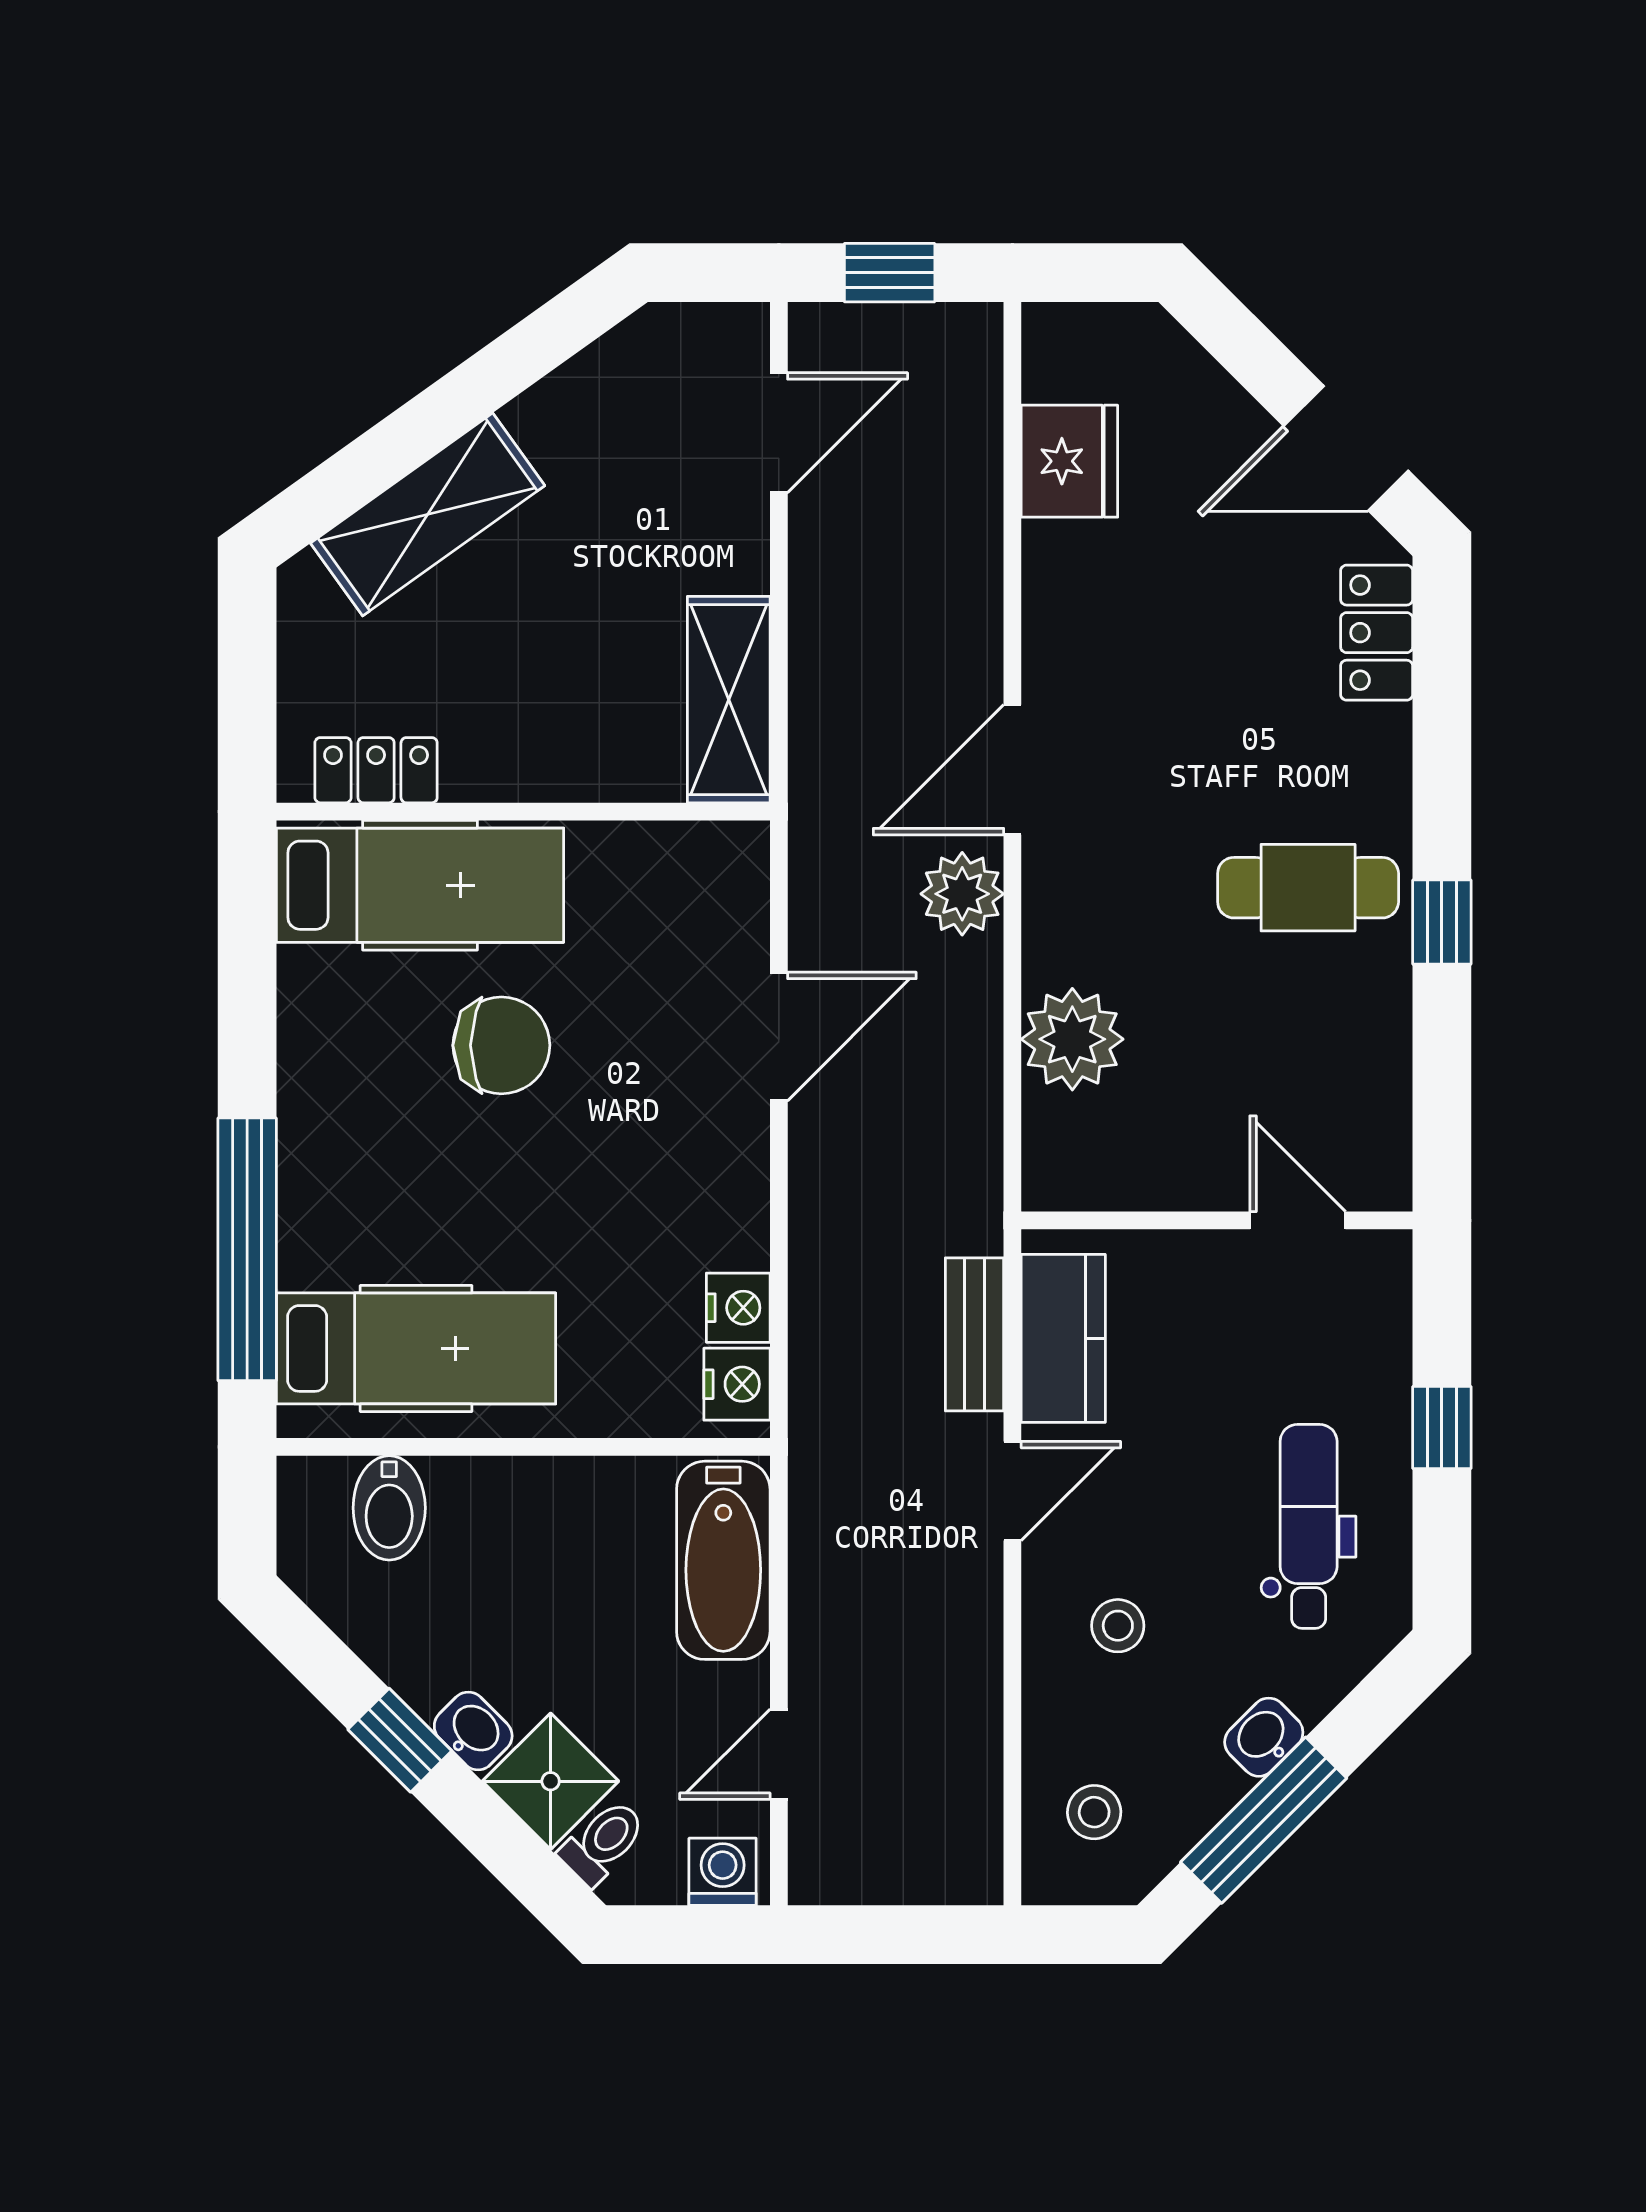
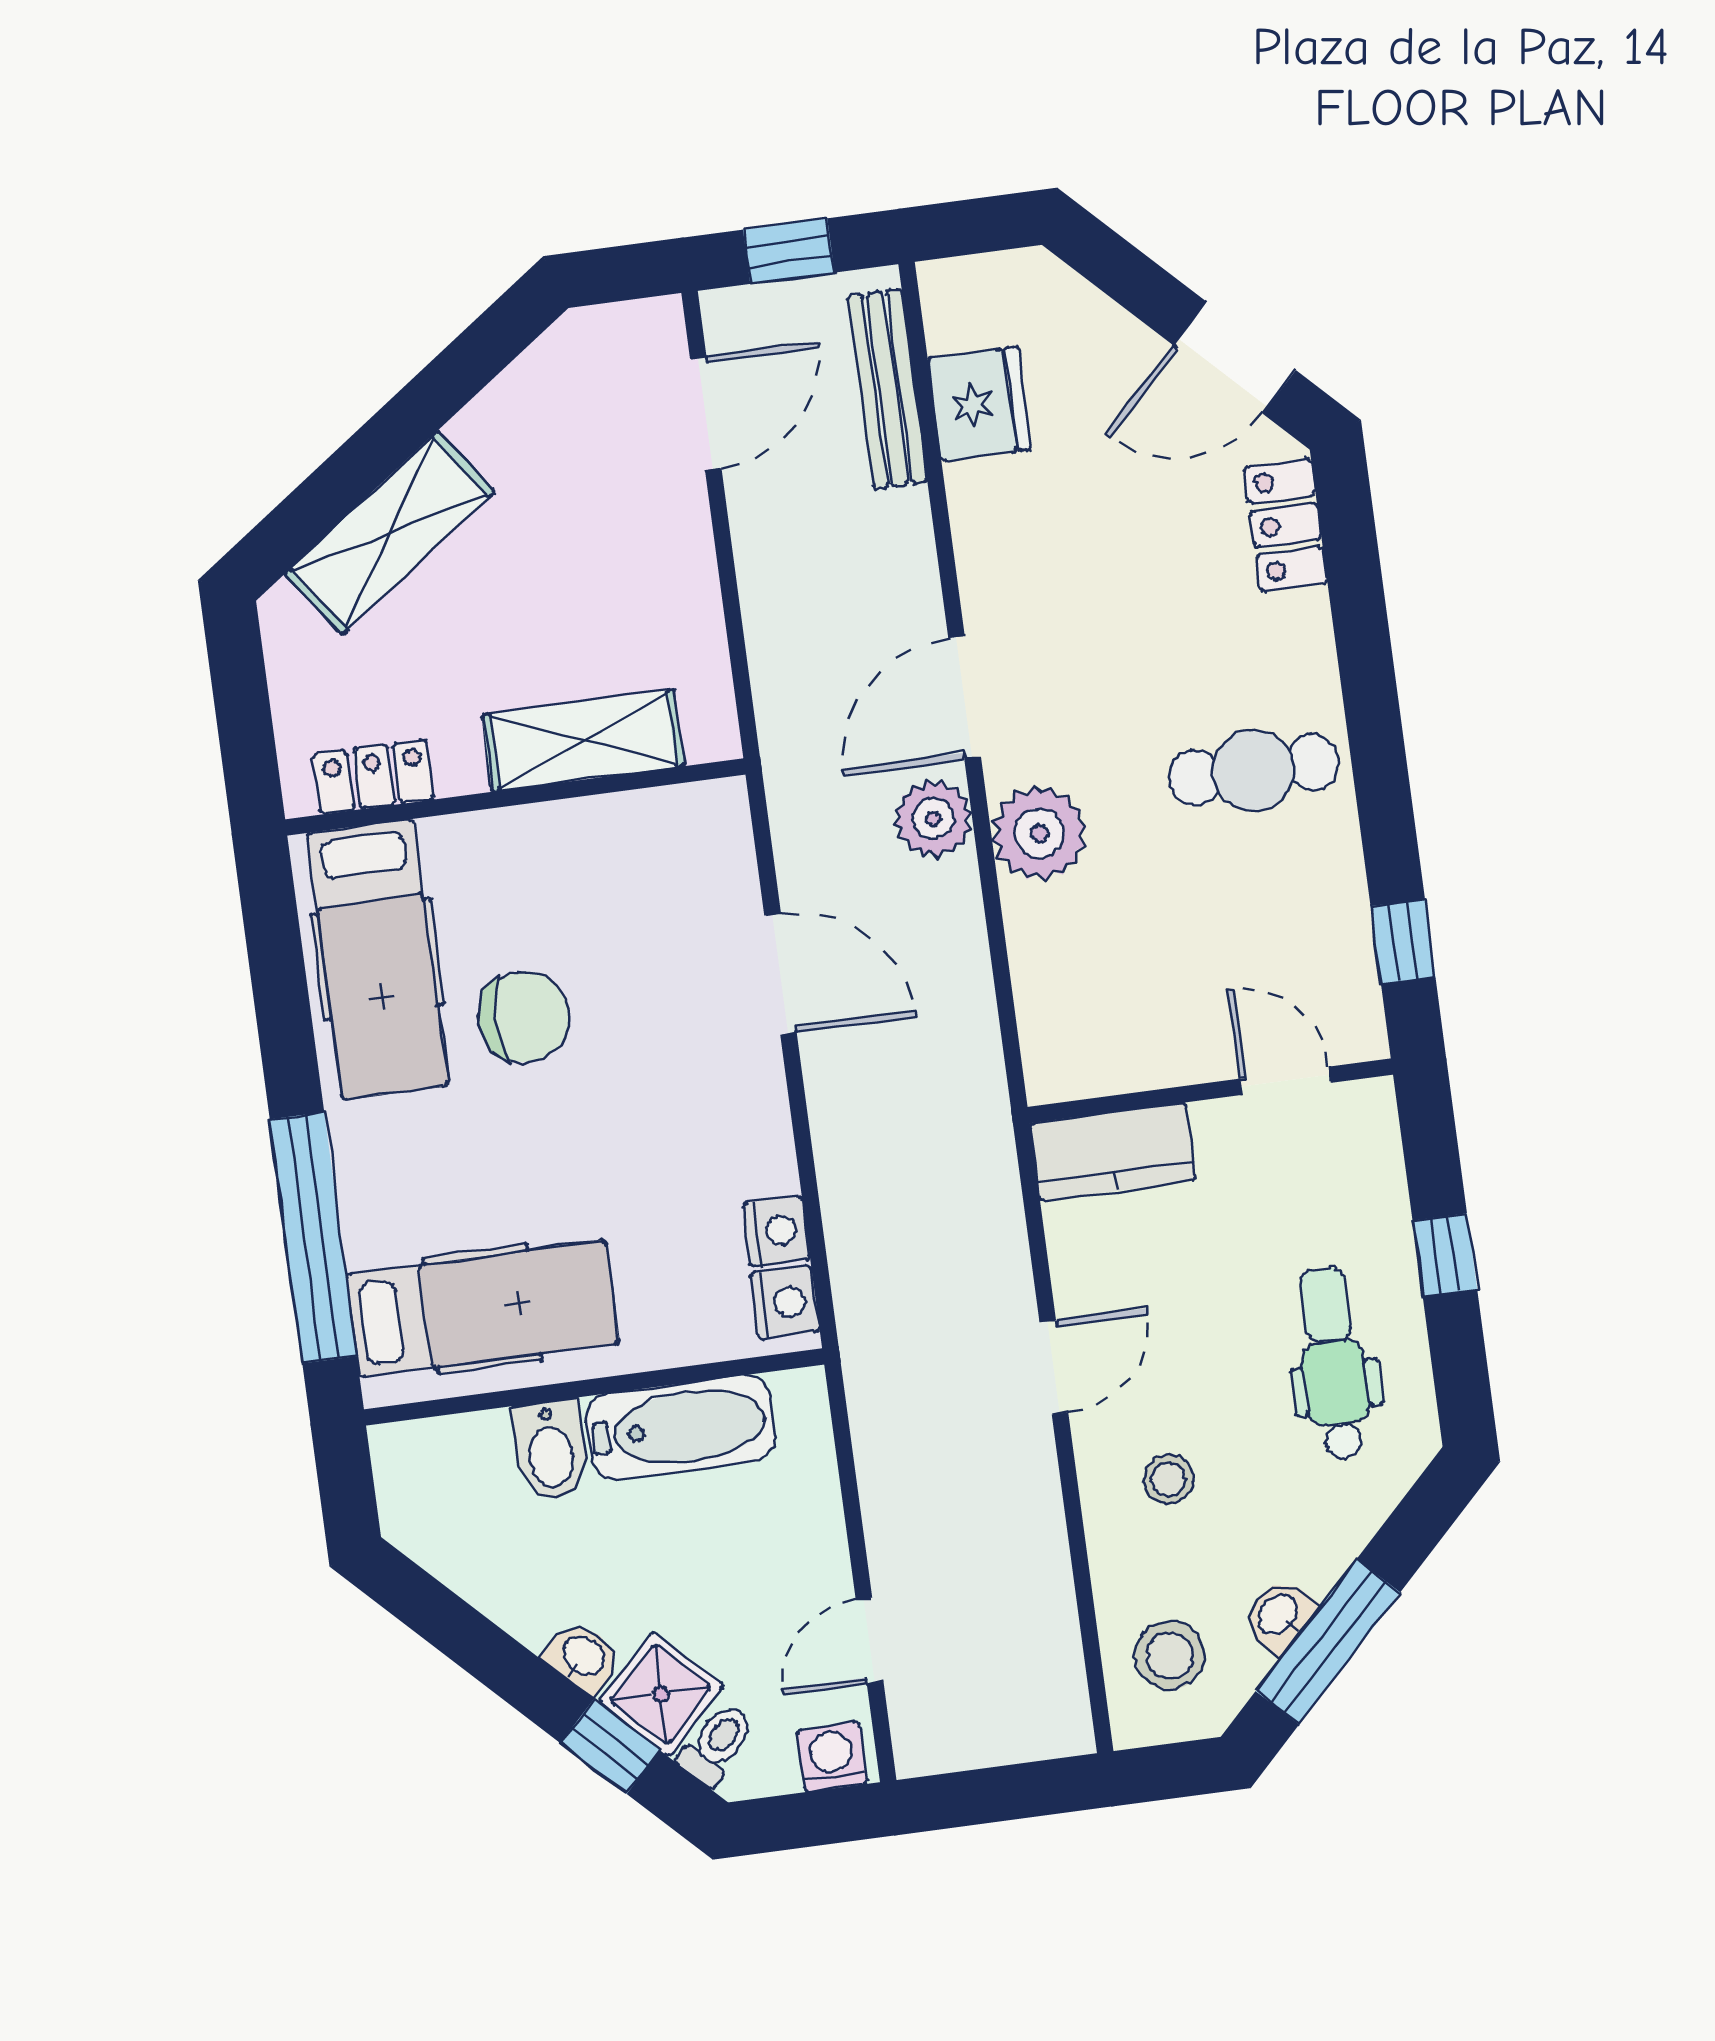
shelving: (729, 700) -> (583, 741), moved, turned 90
hospital bed: (420, 885) -> (377, 959), moved, turned 90
window: (1442, 922) -> (1403, 942), moved
door: (779, 1036) -> (781, 974), hinge flipped
plant: (1072, 1039) -> (1039, 833), moved
bench: (974, 1334) -> (887, 389), moved, width x1.36
kitchen counter: (1063, 1338) -> (1113, 1152), moved, turned 90
bidet: (389, 1508) -> (550, 1450), moved
bathtub: (723, 1560) -> (681, 1428), moved, turned -90
washbasin: (1264, 1737) -> (1279, 1615), moved
window: (400, 1740) -> (610, 1747), moved
stool: (1094, 1812) -> (1170, 1655), width x1.37, depth x1.37

